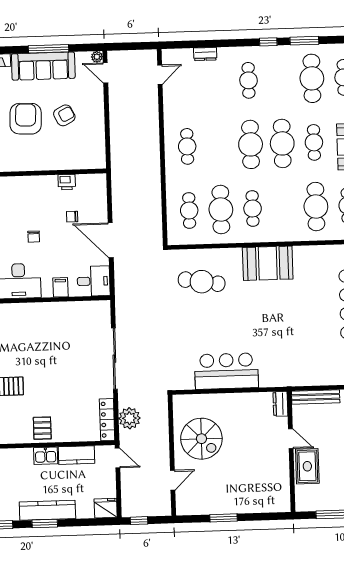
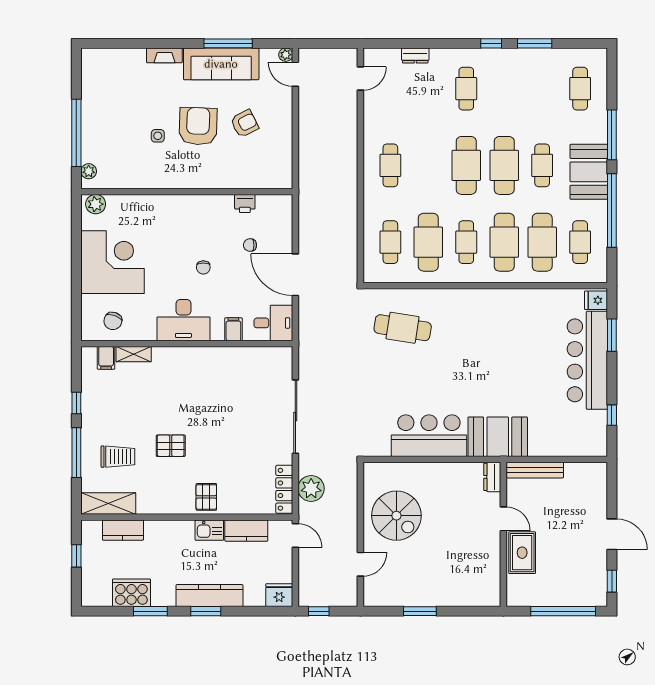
cafe table: (312, 78) -> (504, 242), moved
booth: (268, 263) -> (498, 437), moved

